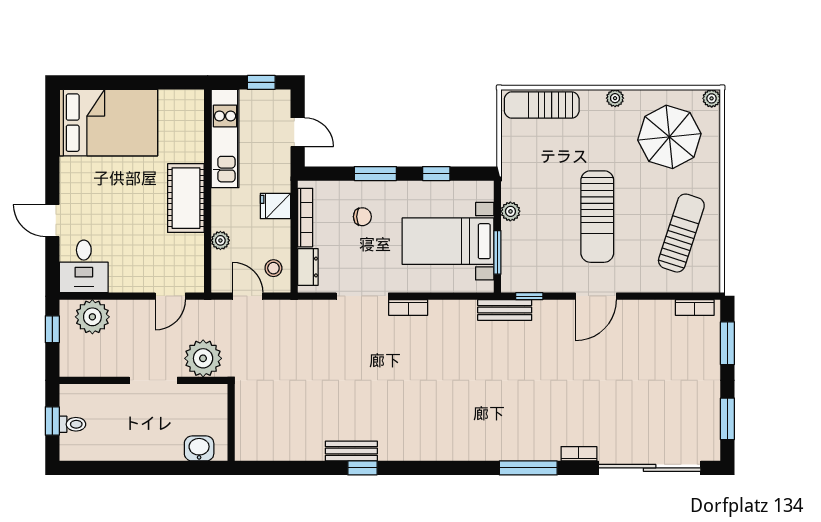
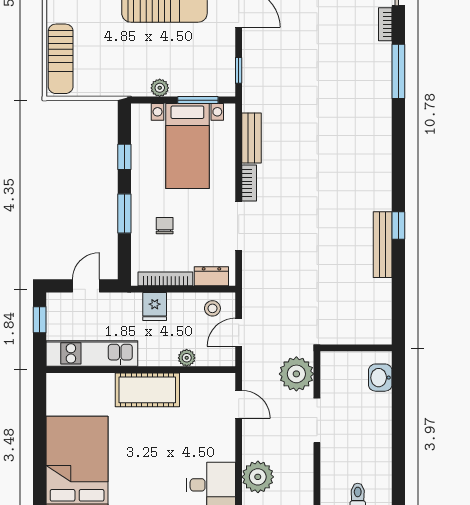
bench: (505, 310) -> (251, 138), moved
bench: (351, 451) -> (383, 245), width x1.36

